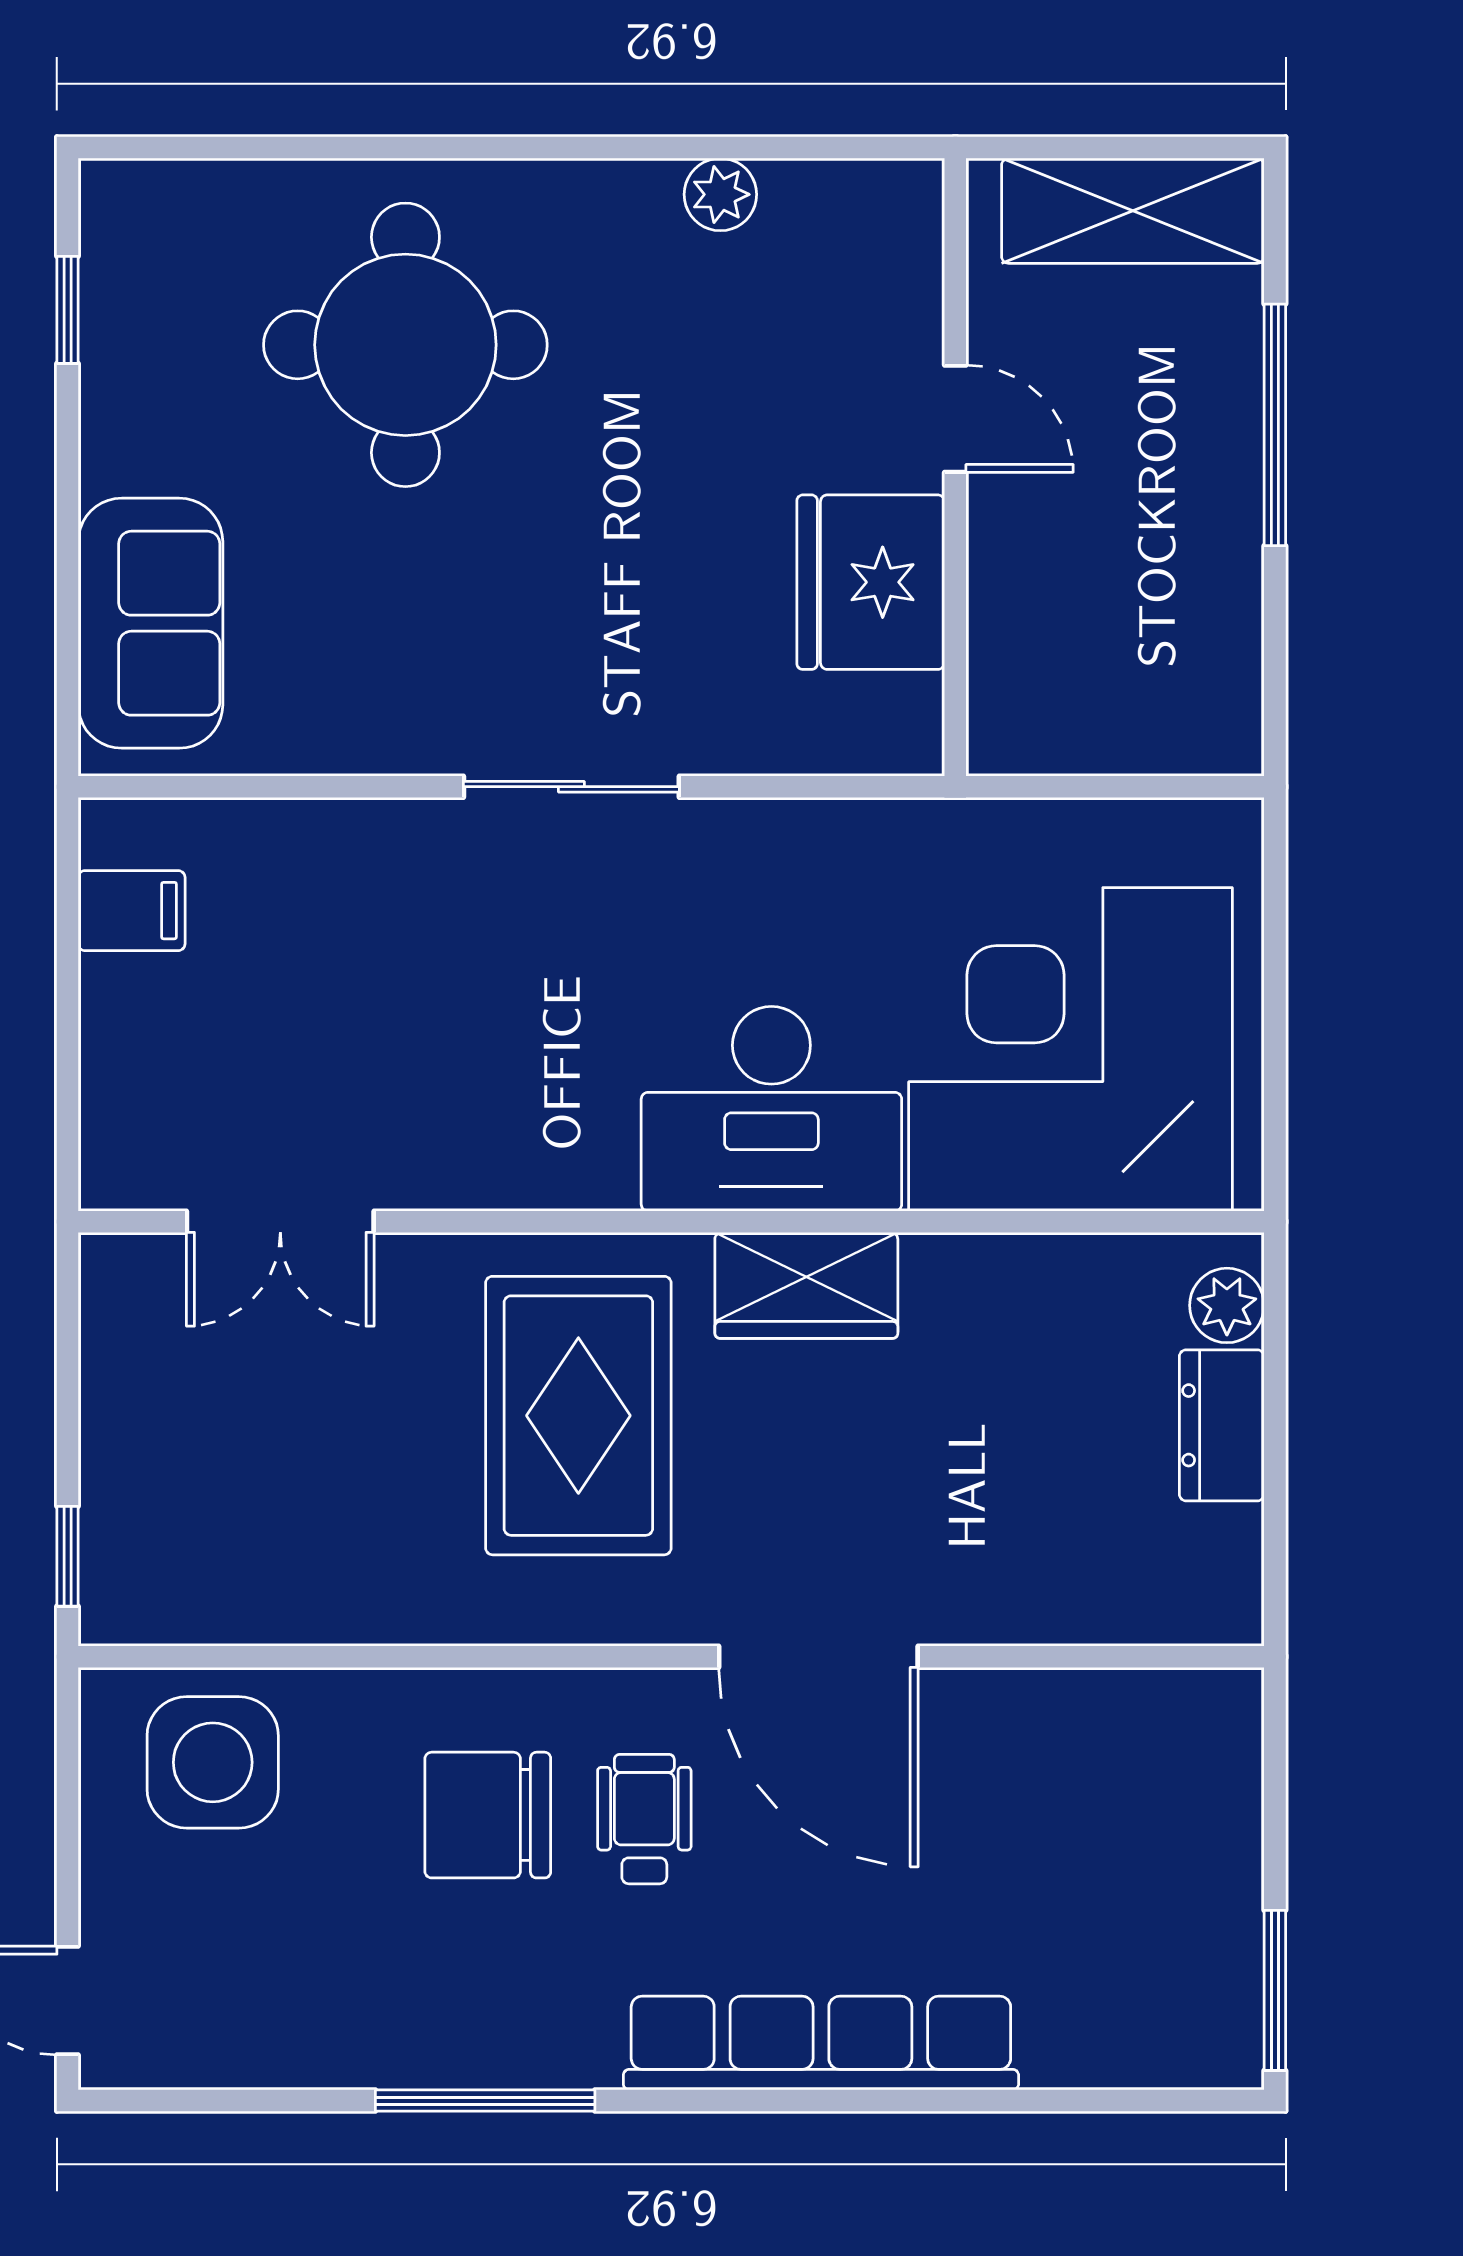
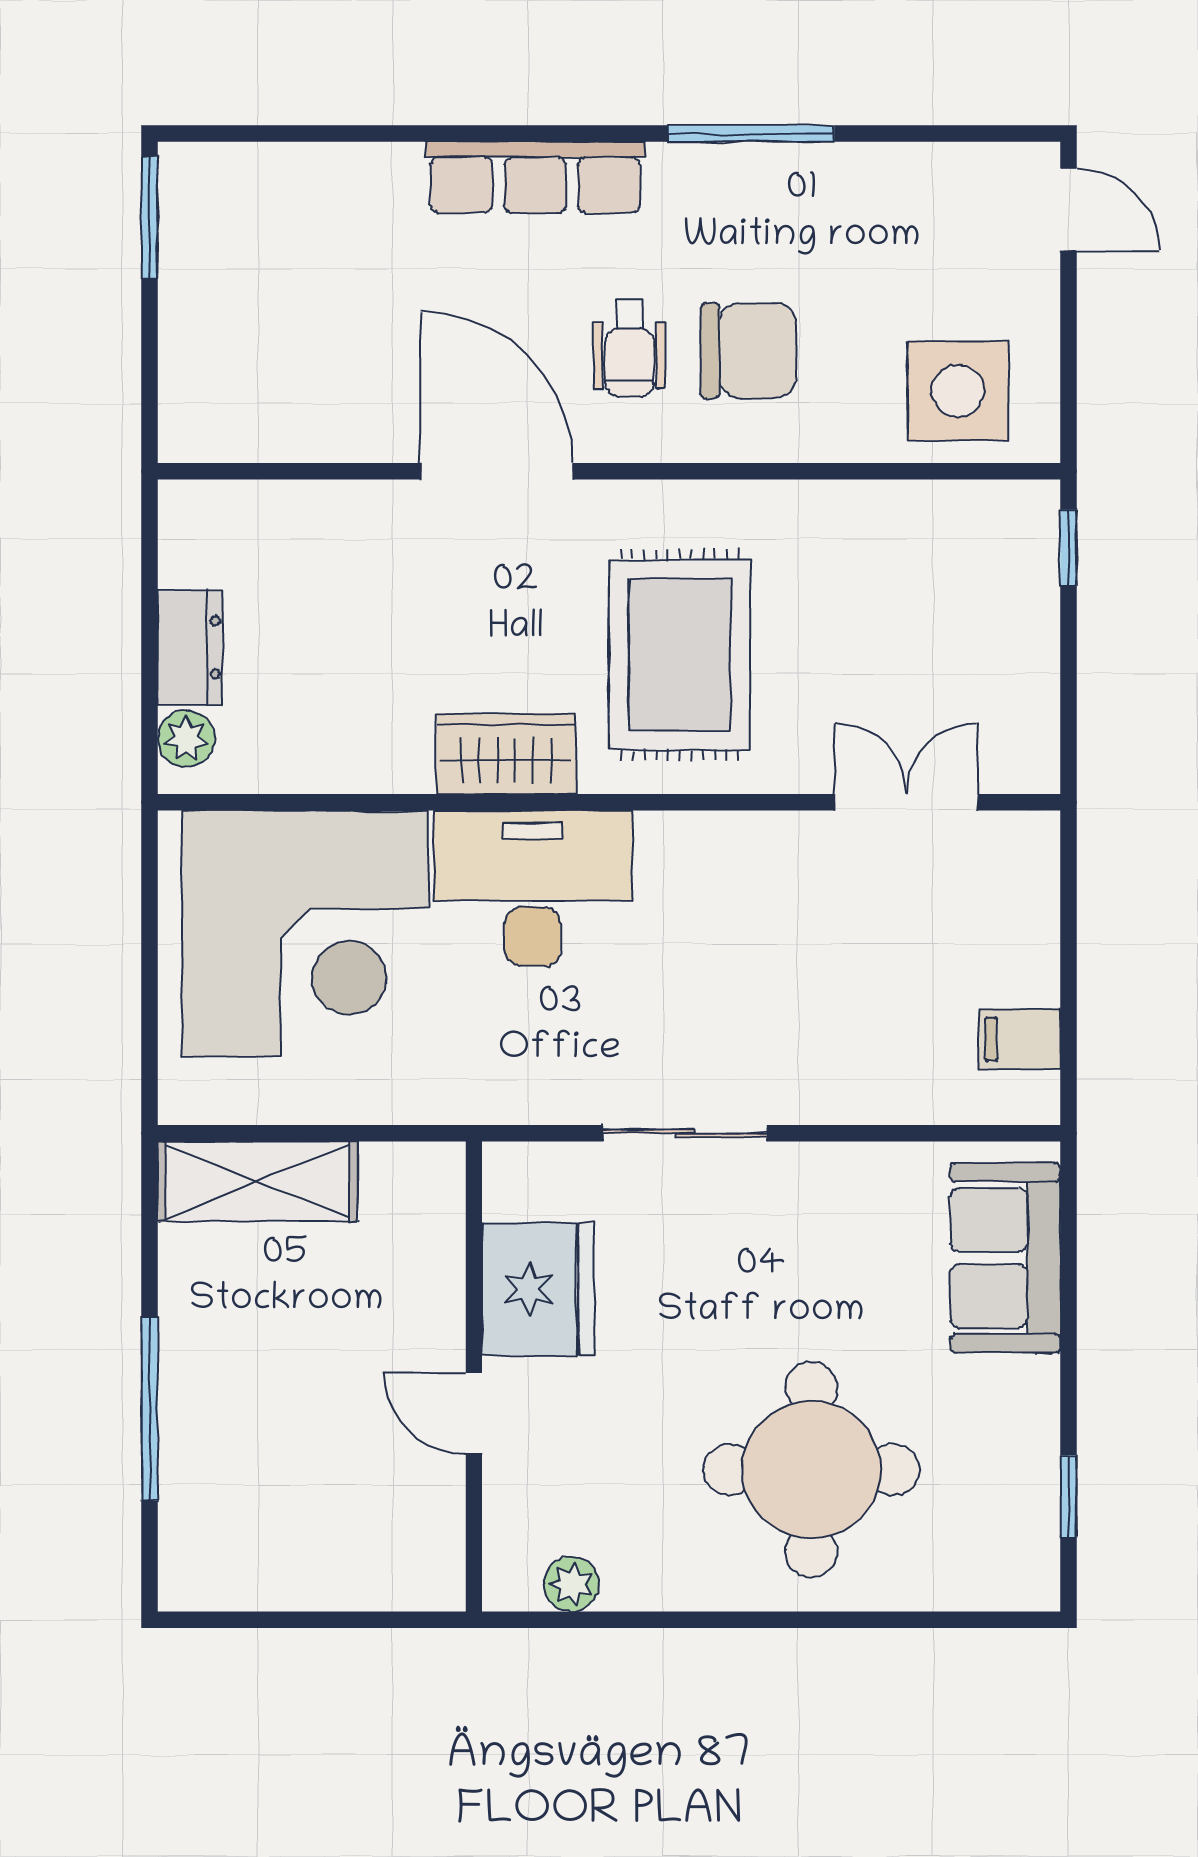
shelving: (1133, 211) -> (258, 1181), moved
door: (955, 419) -> (474, 1413), moved
wall: (955, 467) -> (474, 1377), moved
fridge: (871, 582) -> (538, 1289), moved
row of seats: (821, 2043) -> (535, 177), width x0.73

